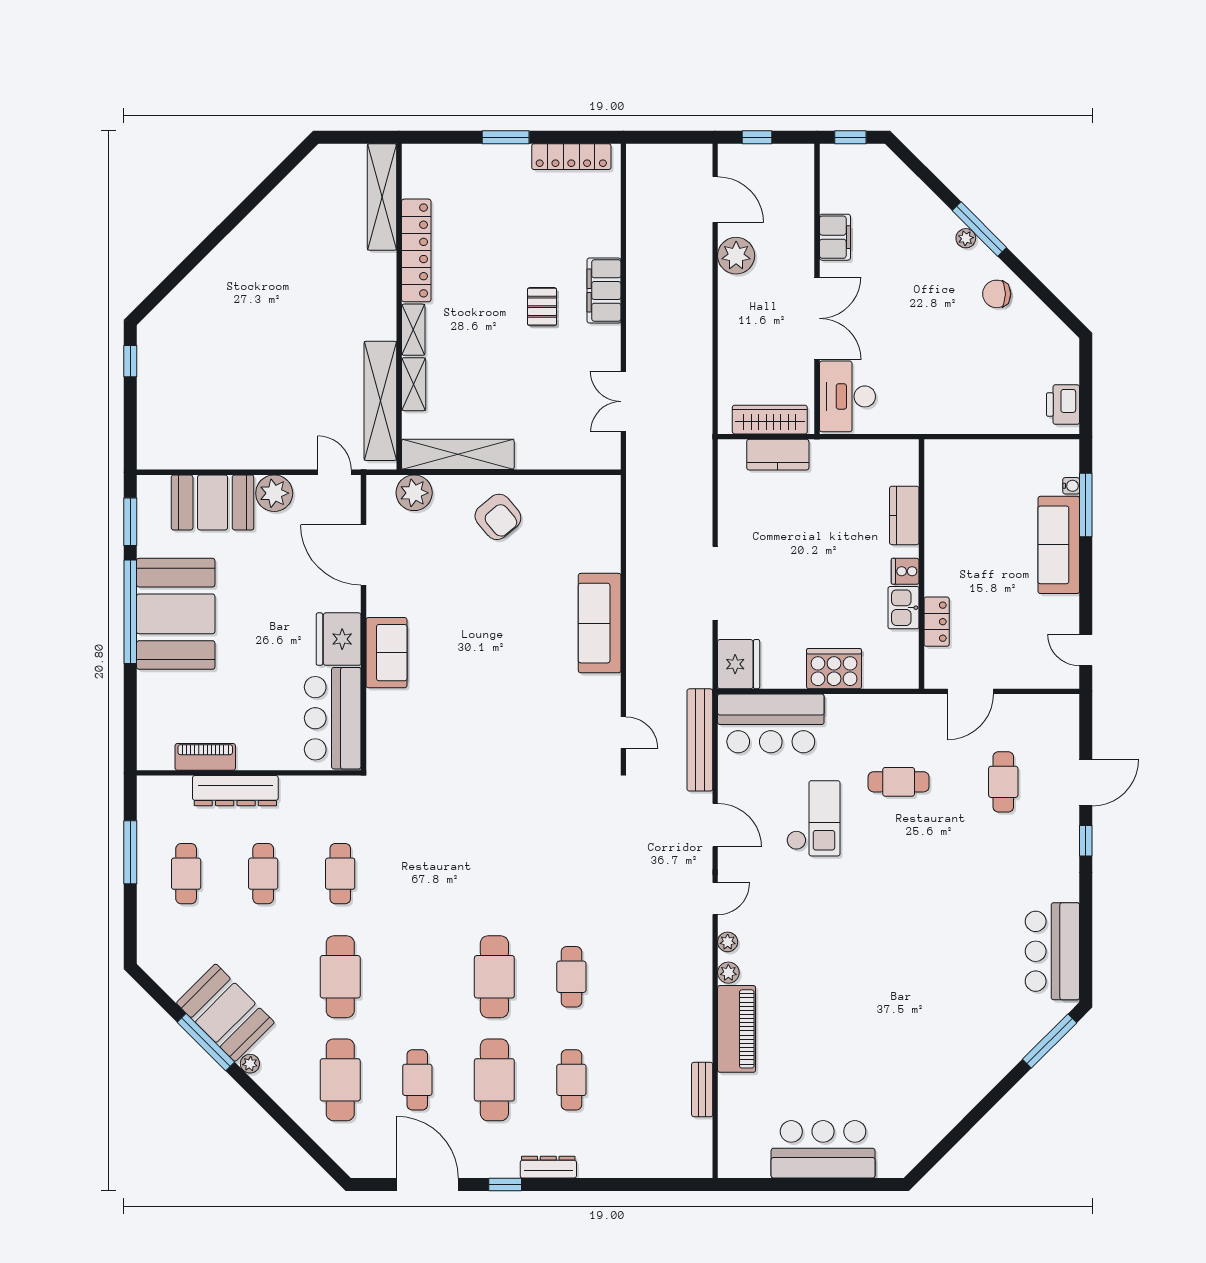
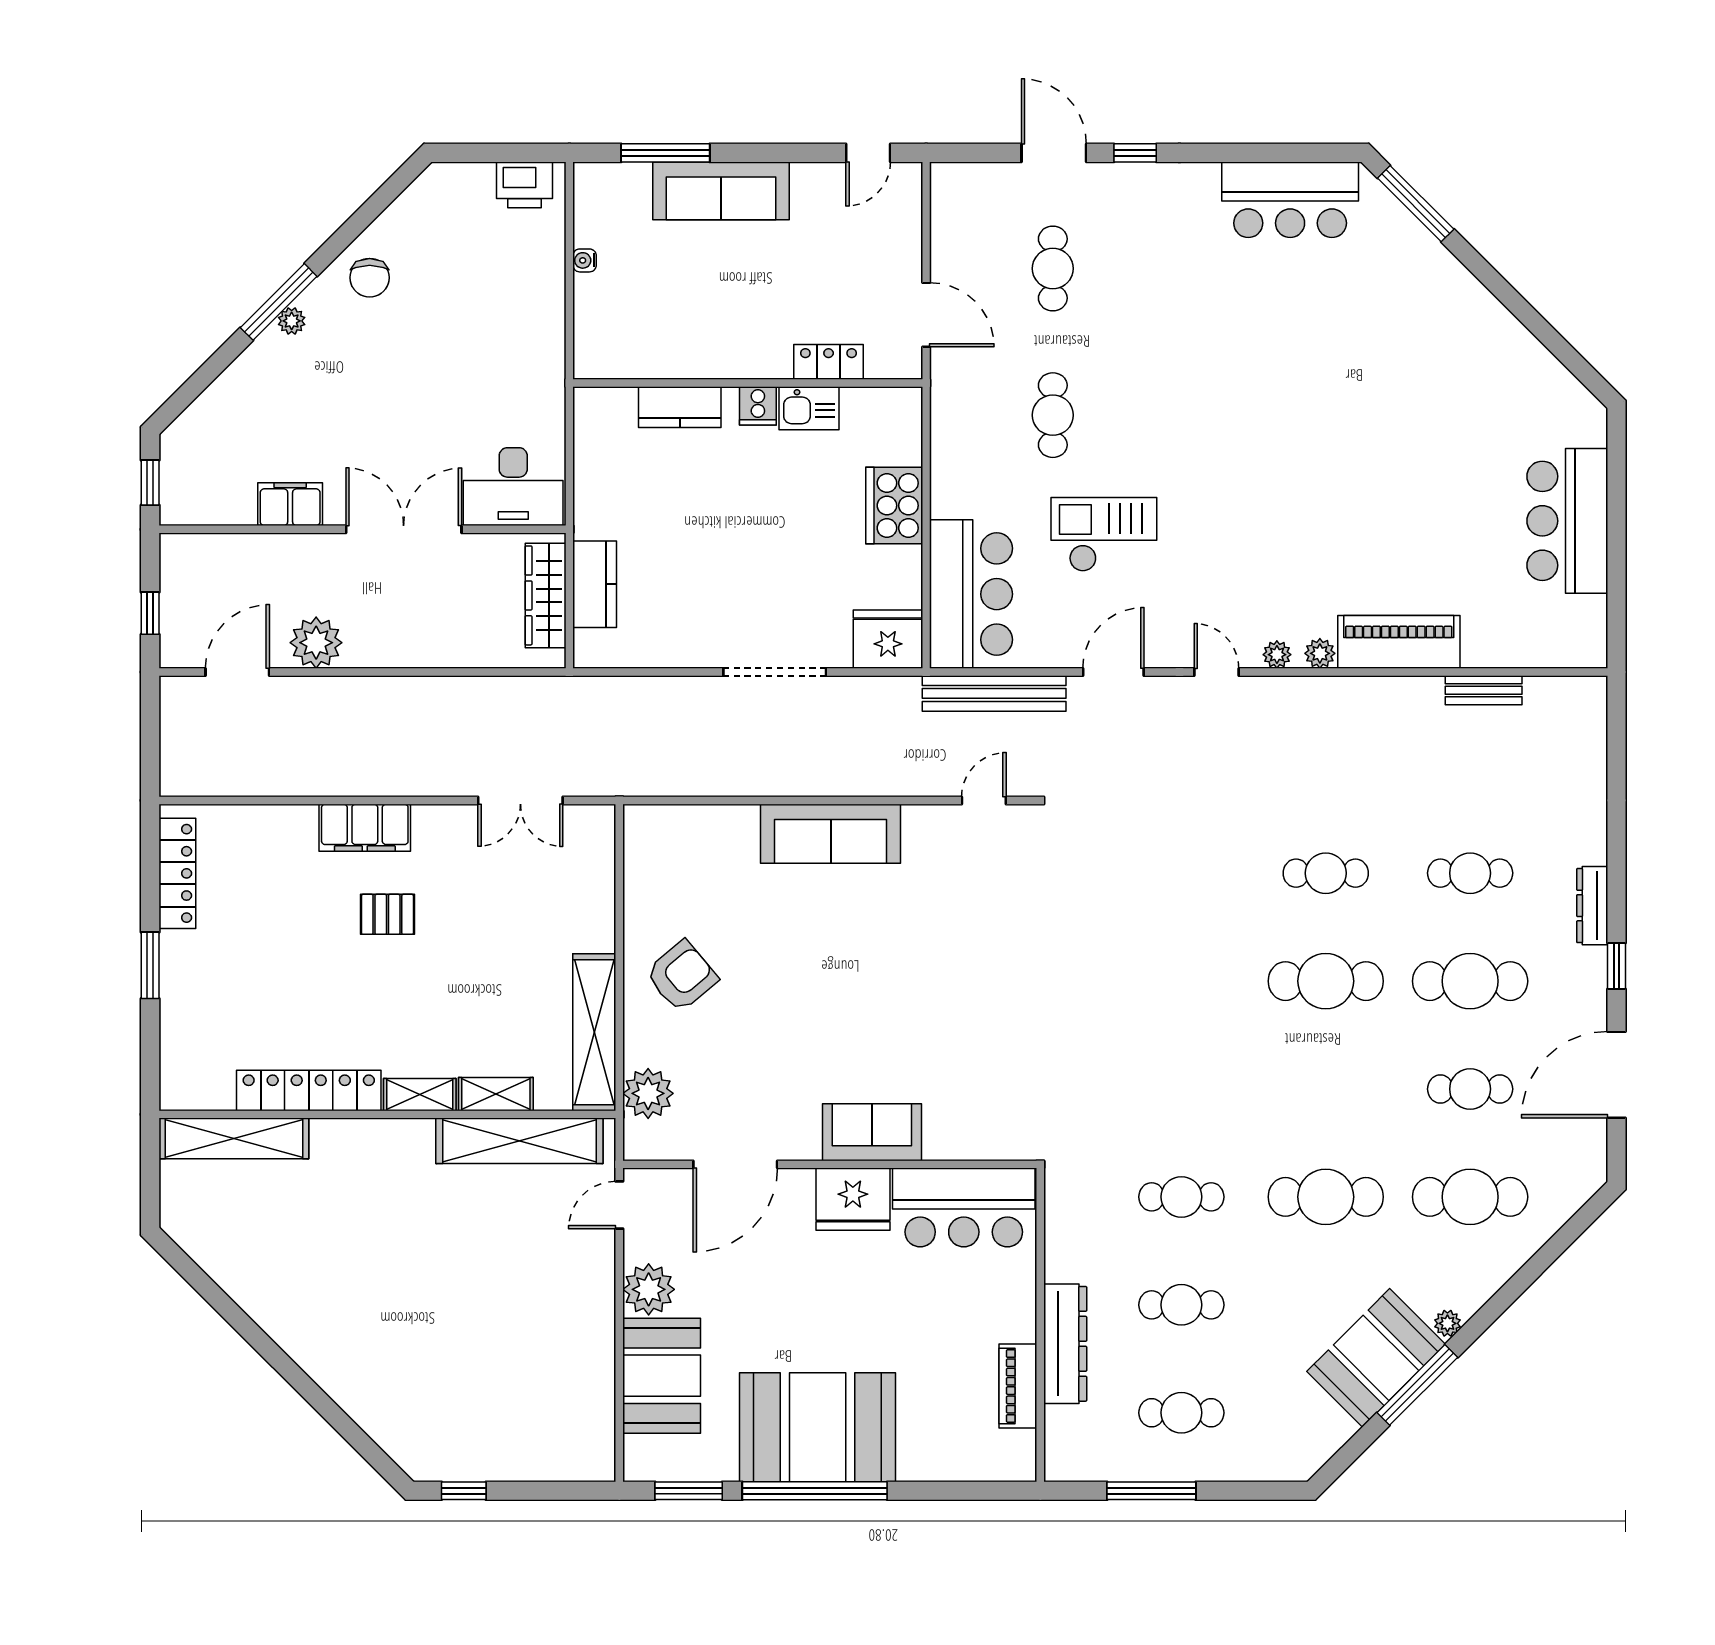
water cooler: (1071, 486) -> (585, 260), moved, turned -90
cafe table: (1003, 782) -> (1053, 269), turned 90

